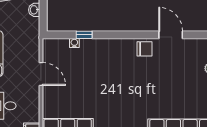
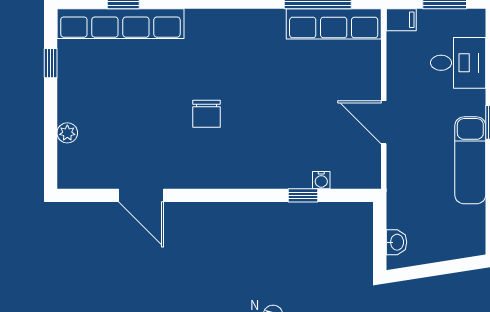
chair: (144, 49) -> (207, 114), moved, turned -90

